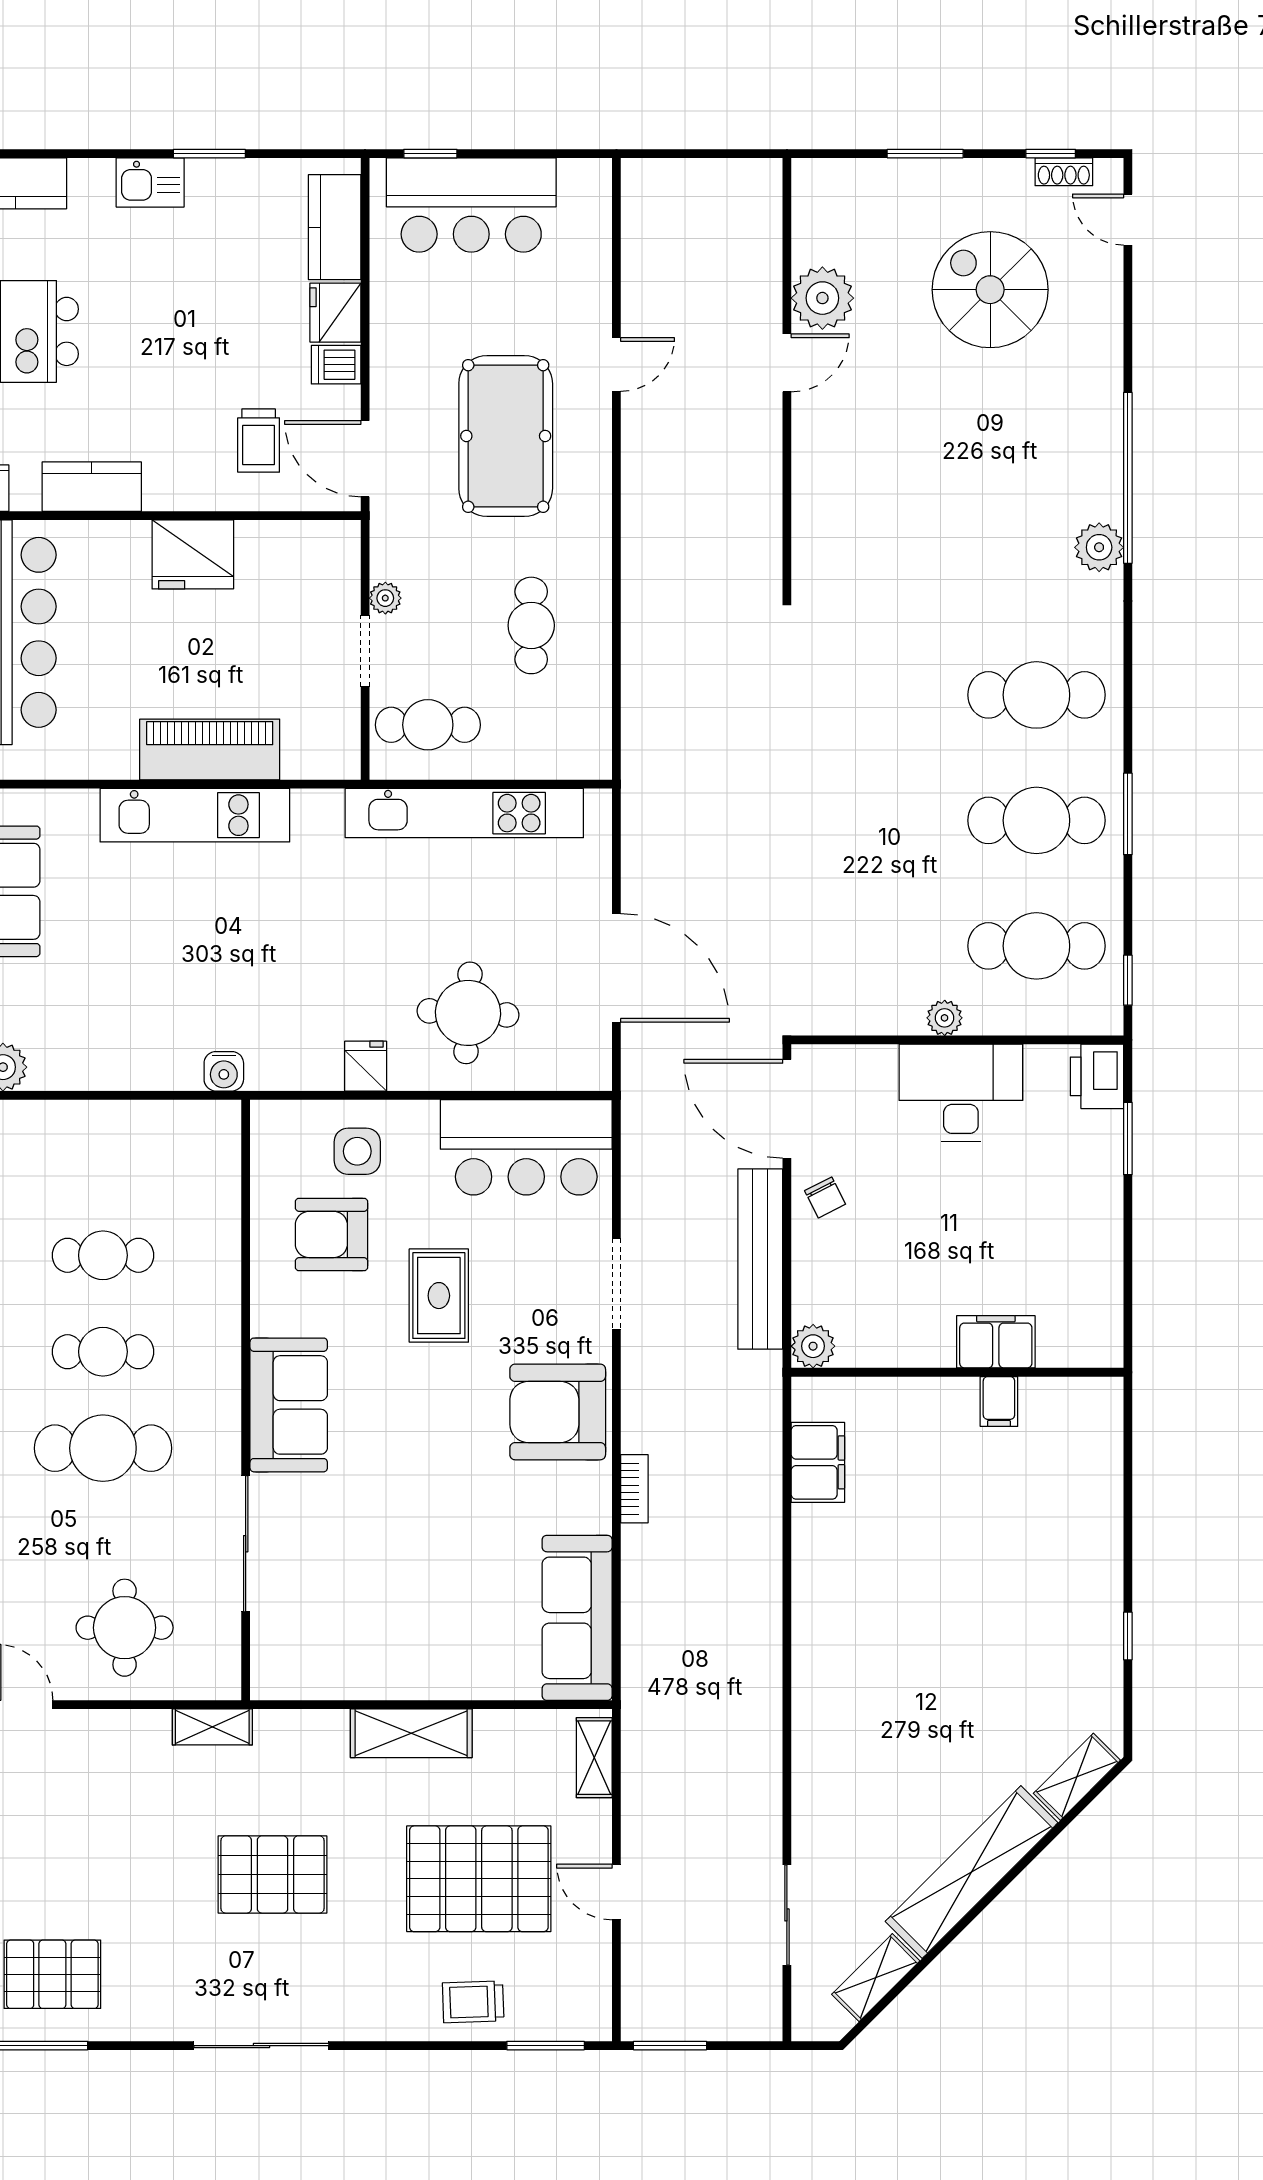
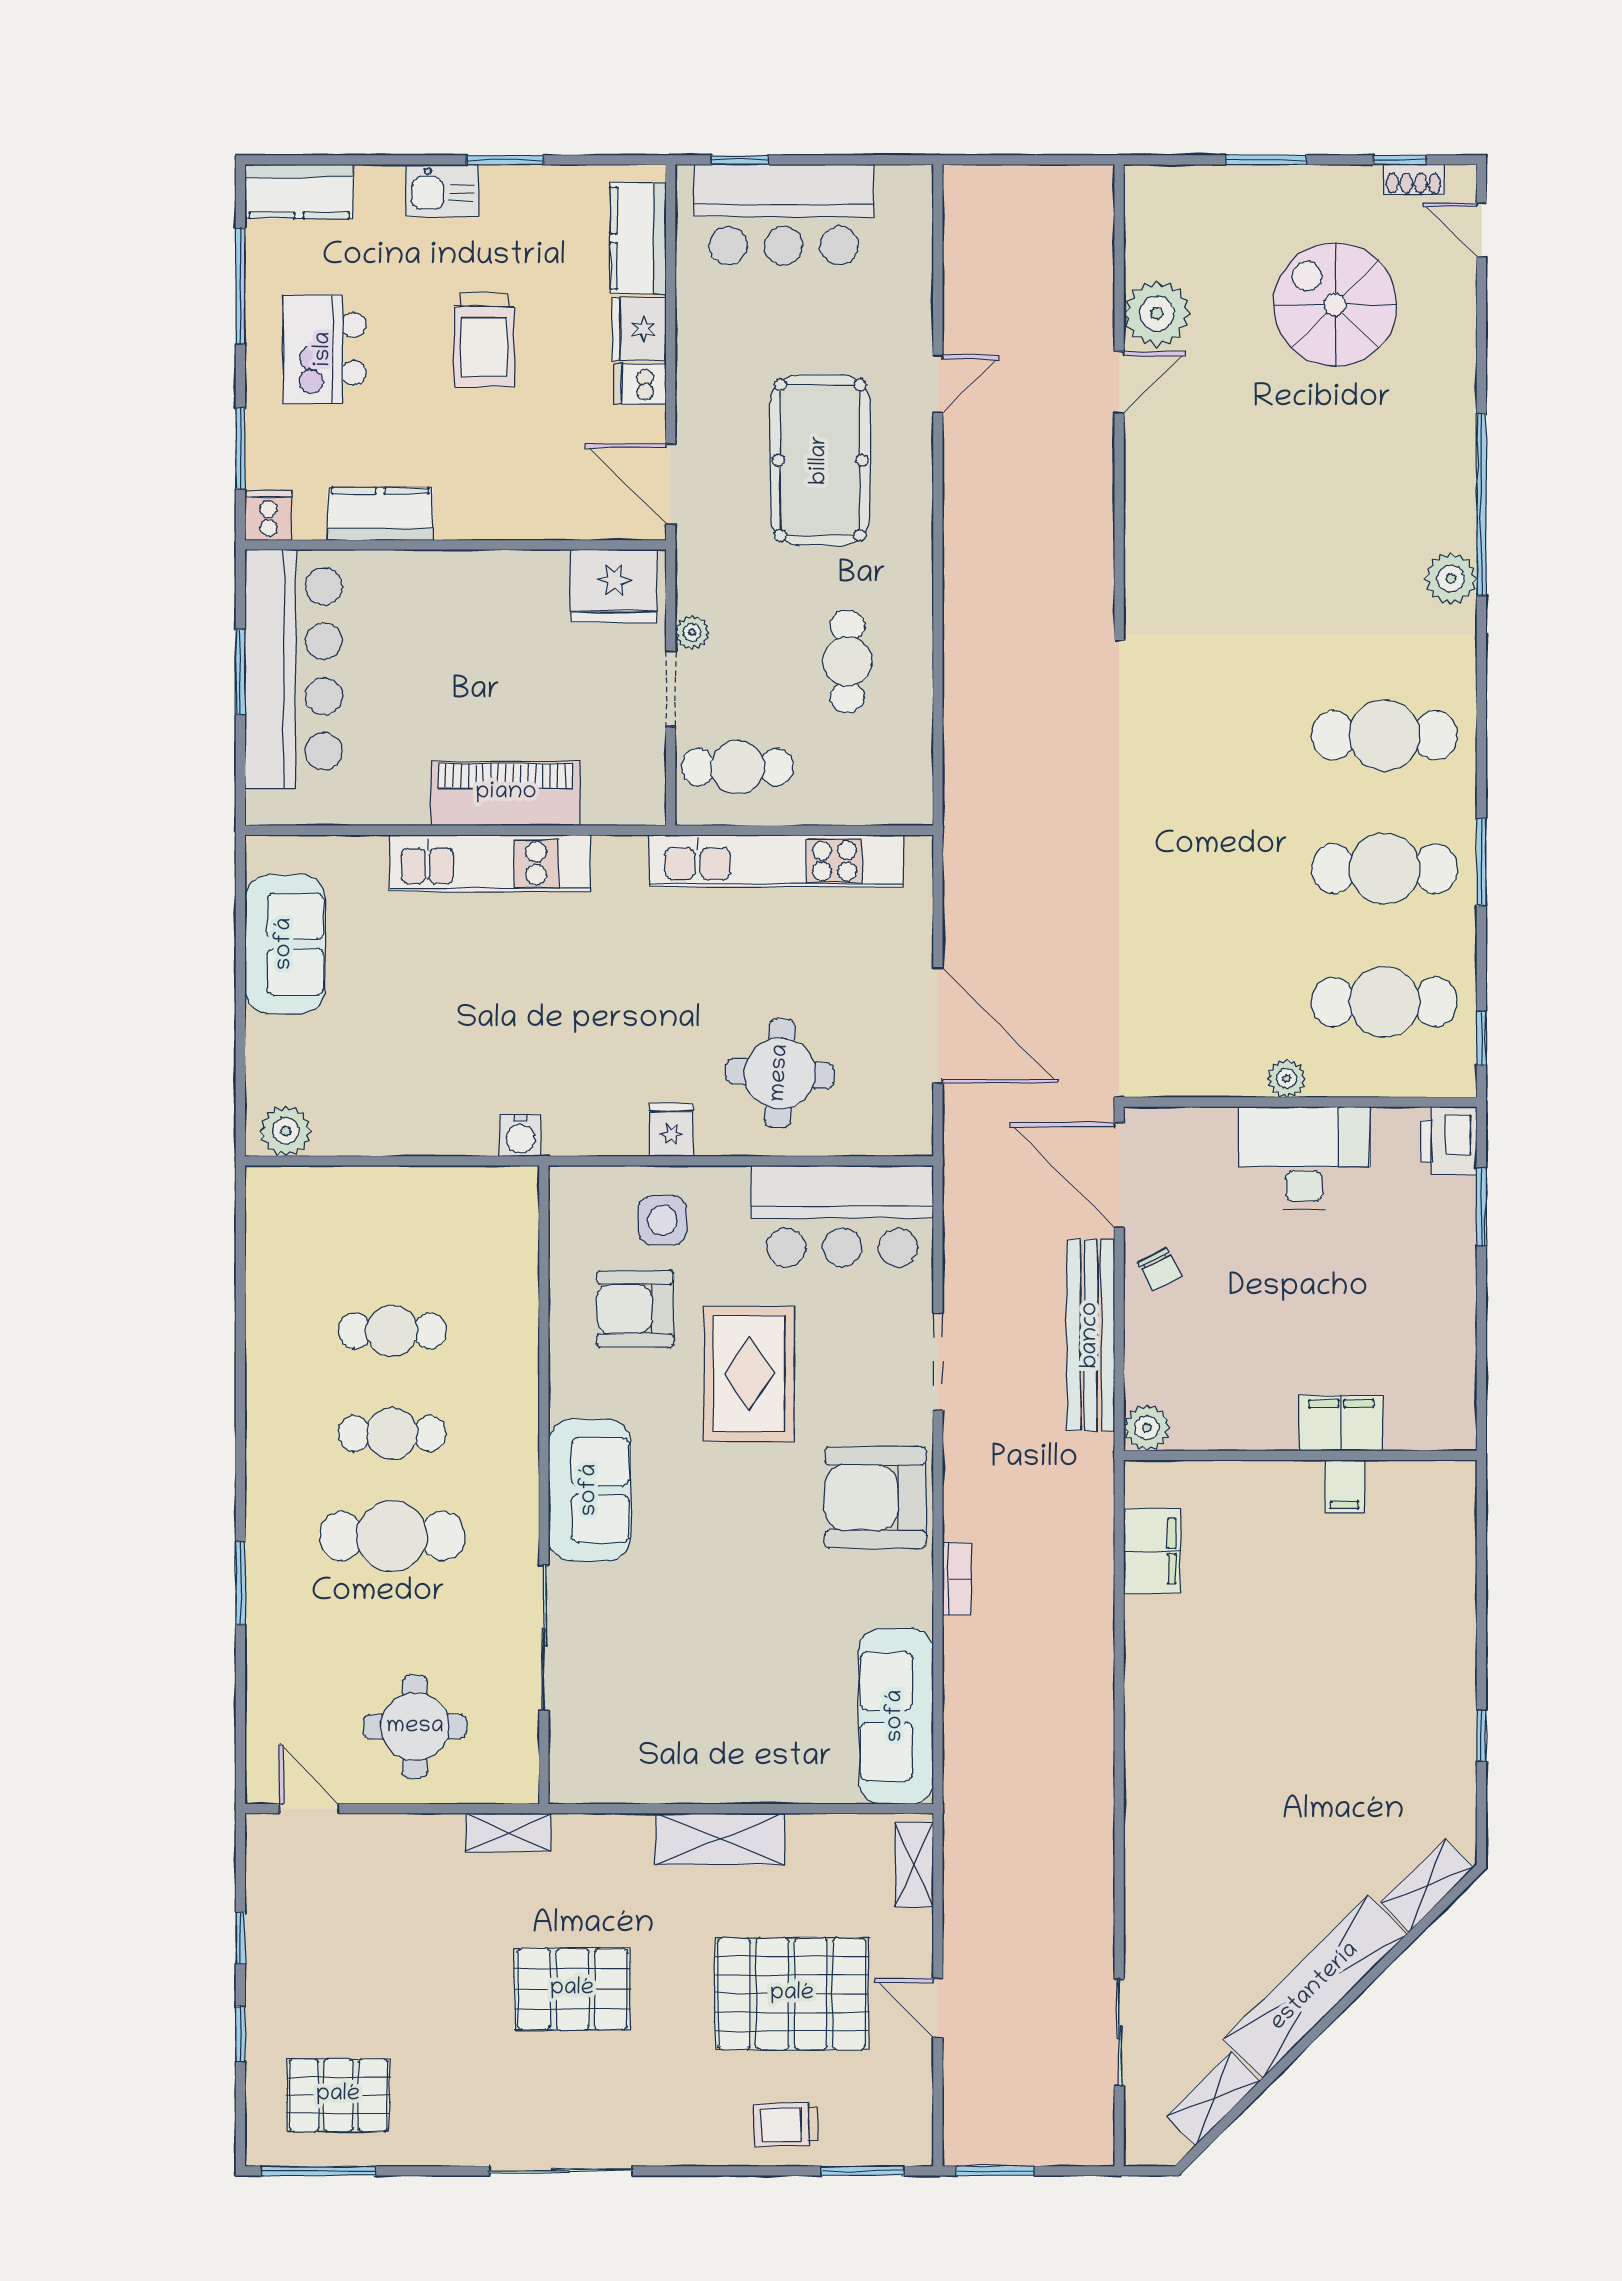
trolley: (259, 441) -> (484, 340), moved, width x1.36, depth x1.39
fridge: (193, 554) -> (614, 586), moved
rug: (439, 1296) -> (749, 1374), width x1.36, depth x1.43

